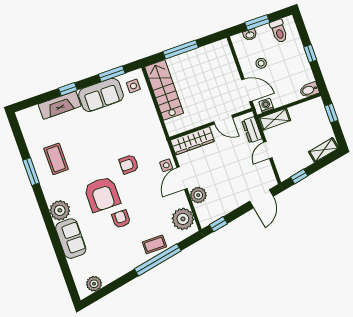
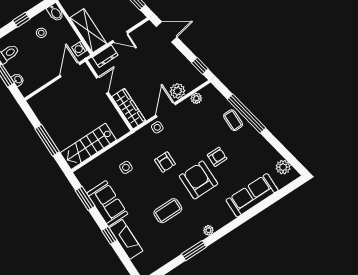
stool: (261, 63) -> (41, 33), moved
side table: (133, 86) -> (126, 167), moved
shelving: (275, 119) -> (88, 31), width x1.50, depth x1.33
coffee table: (56, 159) -> (168, 211), moved
door: (182, 178) -> (166, 110), swing flipped
armchair: (102, 194) -> (198, 180), turned -90
plant: (60, 210) -> (208, 230), moved, width x0.53, depth x0.53
armchair: (121, 219) -> (217, 157), turned 180
plant: (183, 219) -> (196, 98), width x0.53, depth x0.53
sofa: (71, 239) -> (252, 195), width x1.36

